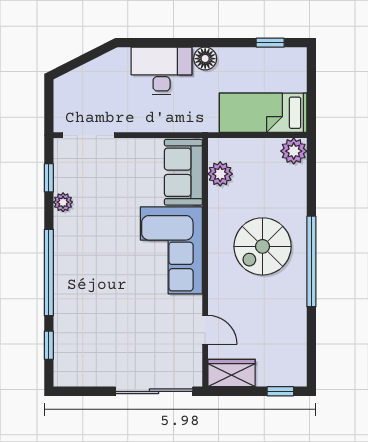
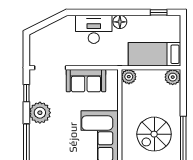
sofa: (183, 172) -> (86, 81), moved, turned -90
plant: (220, 174) -> (129, 77), moved
plant: (63, 202) -> (40, 113), width x1.88, depth x1.88

